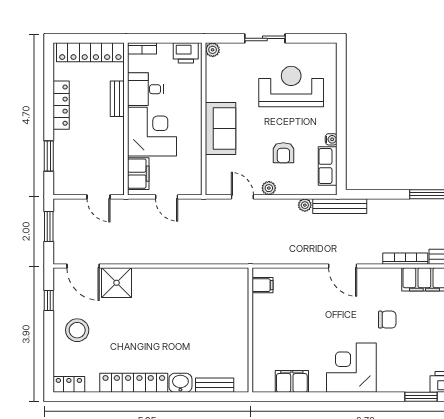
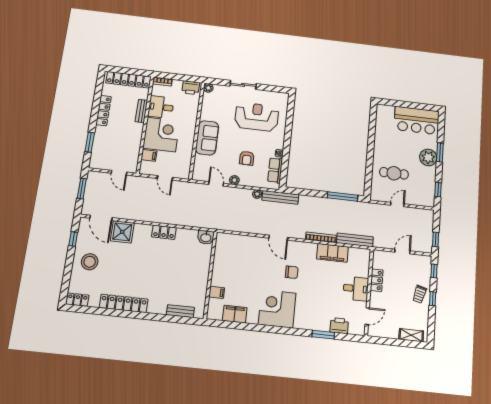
filing cabinet: (138, 174) -> (149, 155), width x0.50
locker: (176, 277) -> (164, 232), added
filing cabinet: (263, 285) -> (217, 292), moved
chair: (387, 320) -> (292, 272), moved
washbasin: (180, 383) -> (206, 237), moved, turned 180

